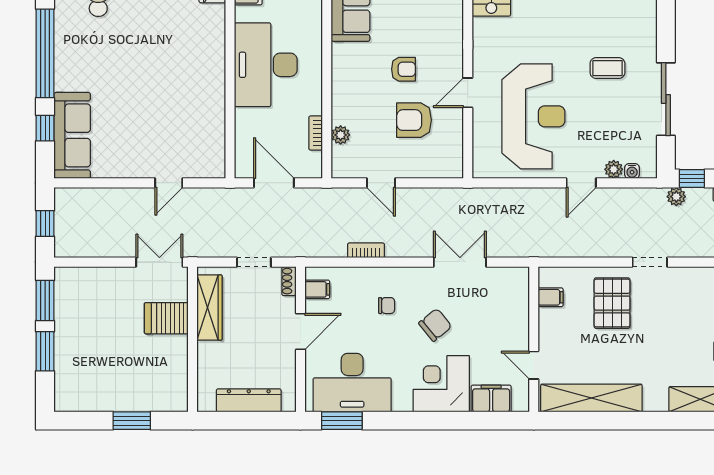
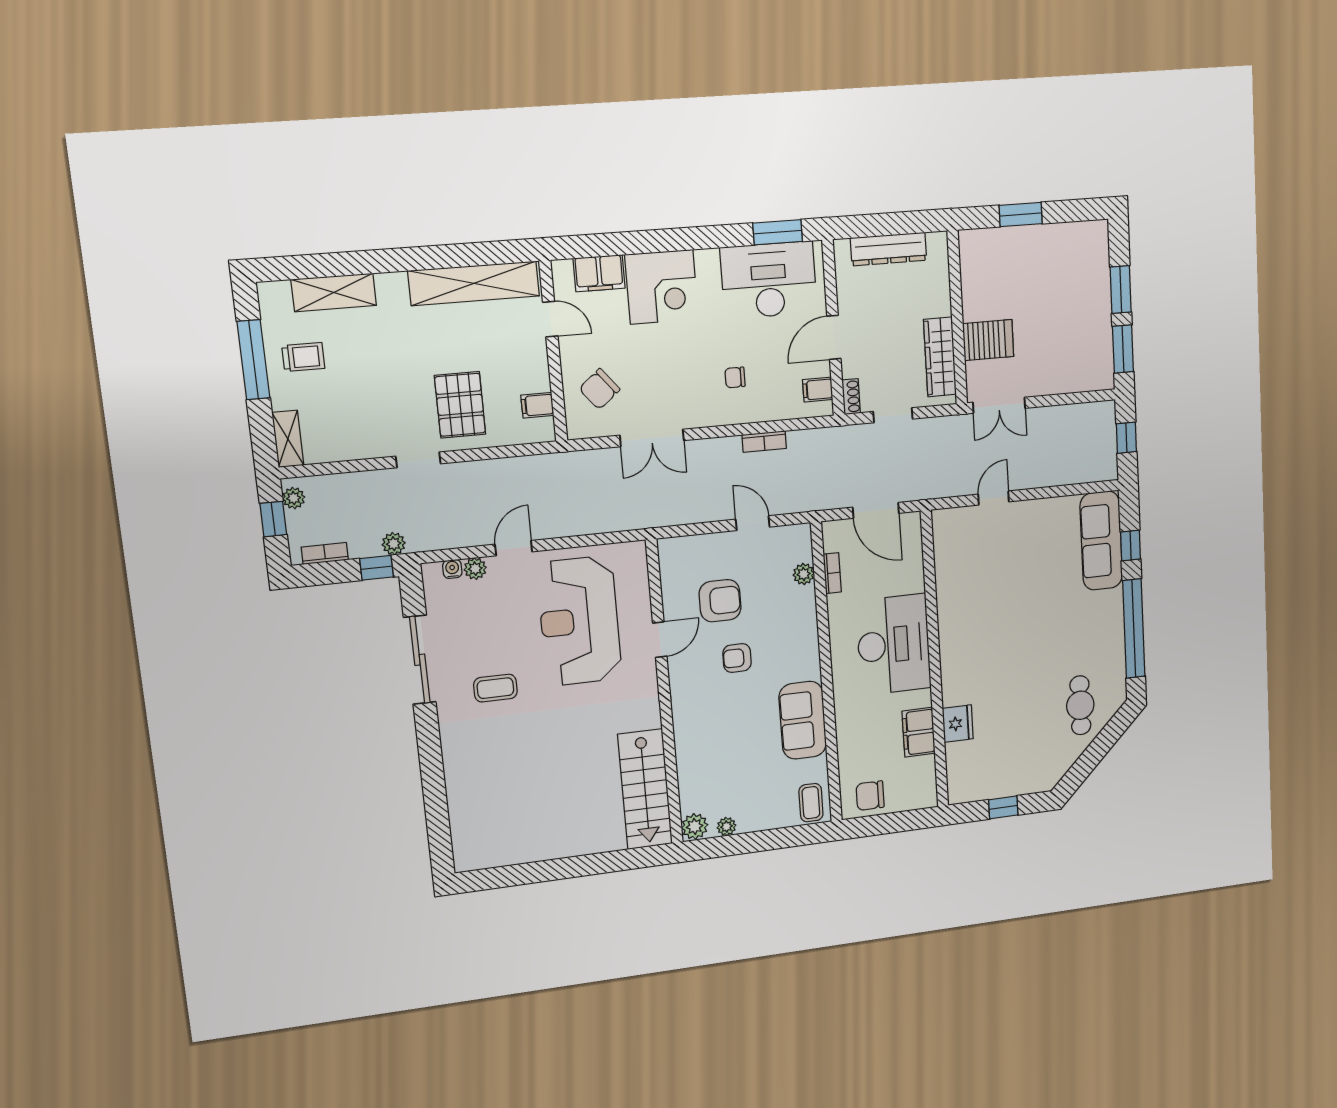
chair: (435, 325) -> (600, 389), moved

